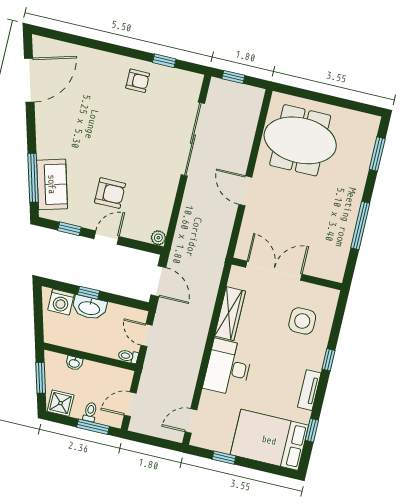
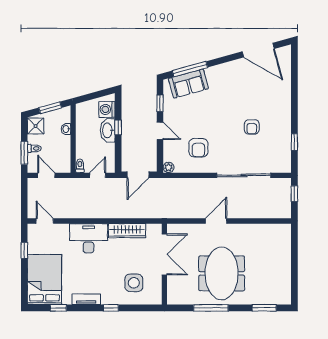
armchair: (138, 81) -> (252, 127), moved
meeting table: (300, 140) -> (222, 273), moved
armchair: (110, 193) -> (198, 148), moved

